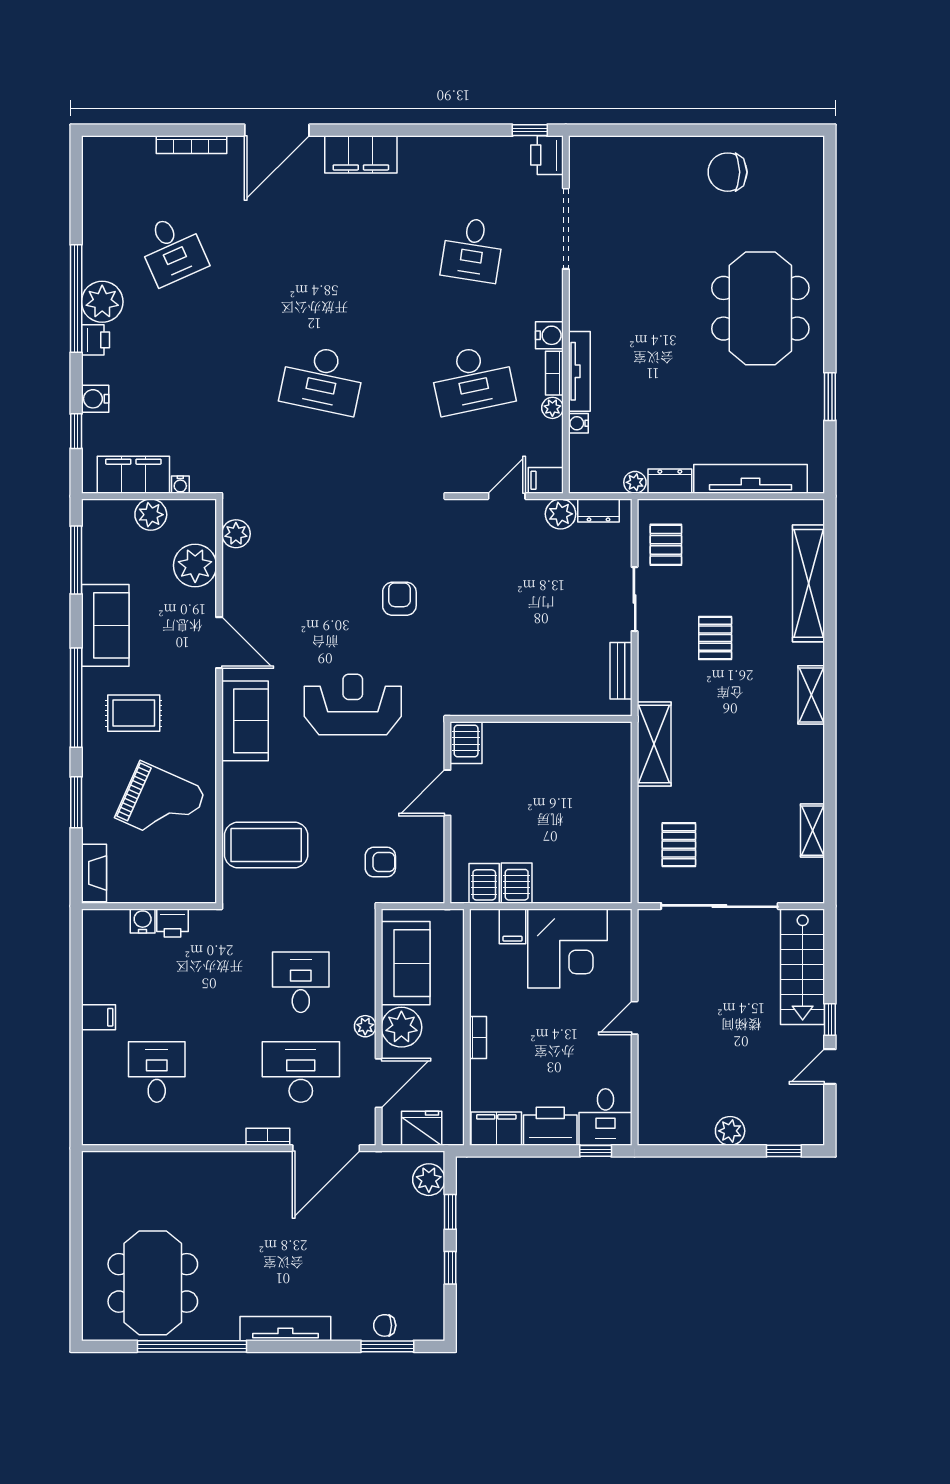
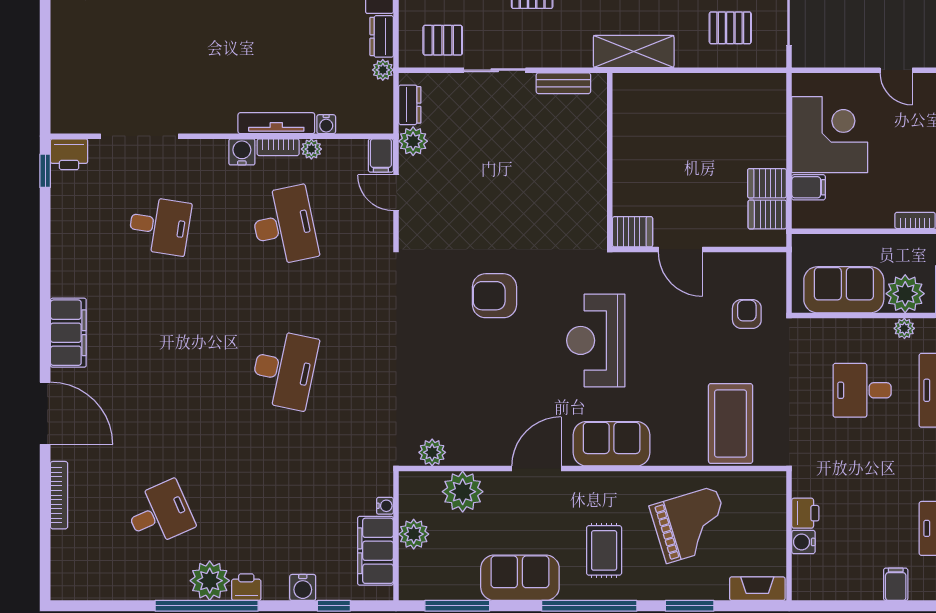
armchair: (399, 599) -> (494, 296), width x1.38, depth x1.38
grand piano: (161, 804) -> (691, 525), turned 49

